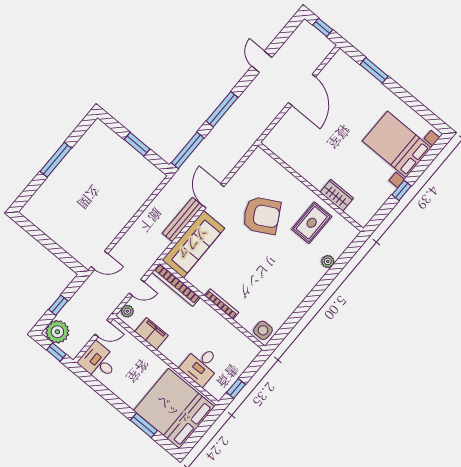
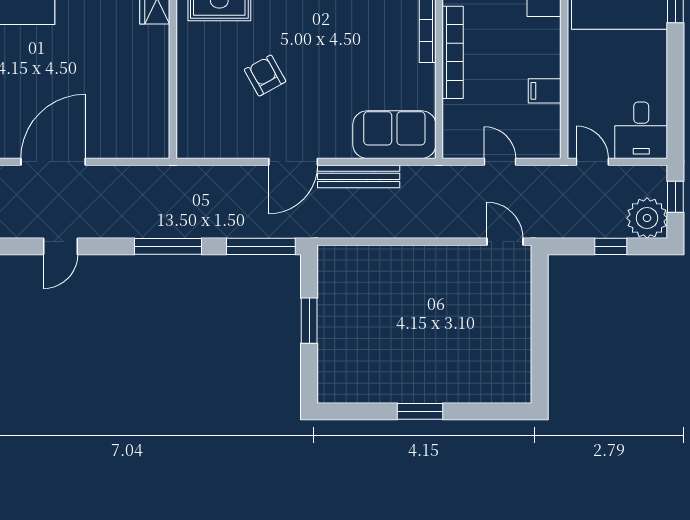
window: (56, 160) -> (420, 411), width x0.69
armchair: (262, 215) -> (265, 76), width x0.53, depth x0.53
sofa: (193, 244) -> (394, 135), width x0.73
bookcase: (176, 285) -> (453, 52), moved
plant: (127, 311) -> (542, 148), removed
filing cabinet: (151, 334) -> (545, 91), width x0.50

